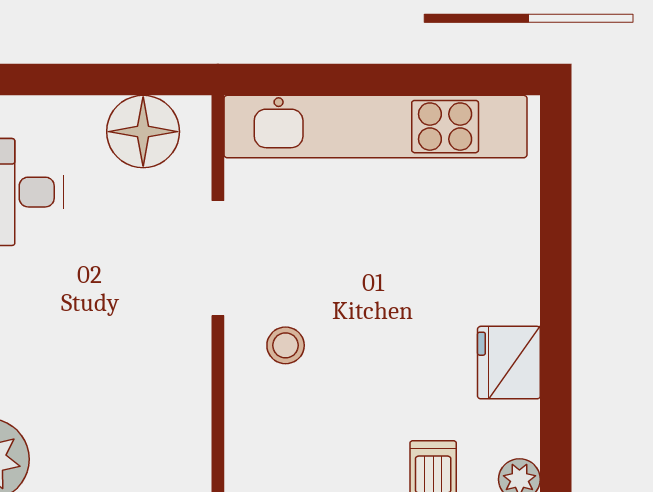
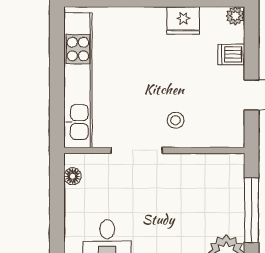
floor lamp: (143, 132) -> (73, 176), width x0.53, depth x0.53

